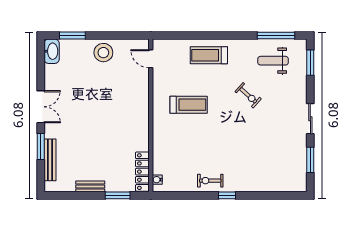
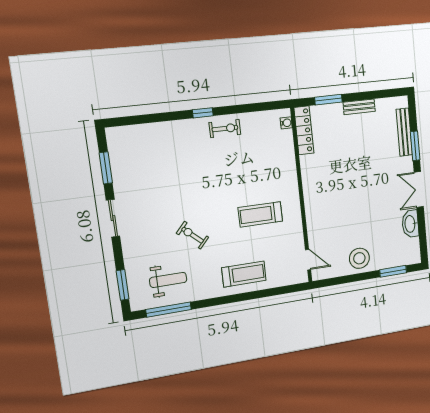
washbasin: (52, 51) -> (410, 224), moved

